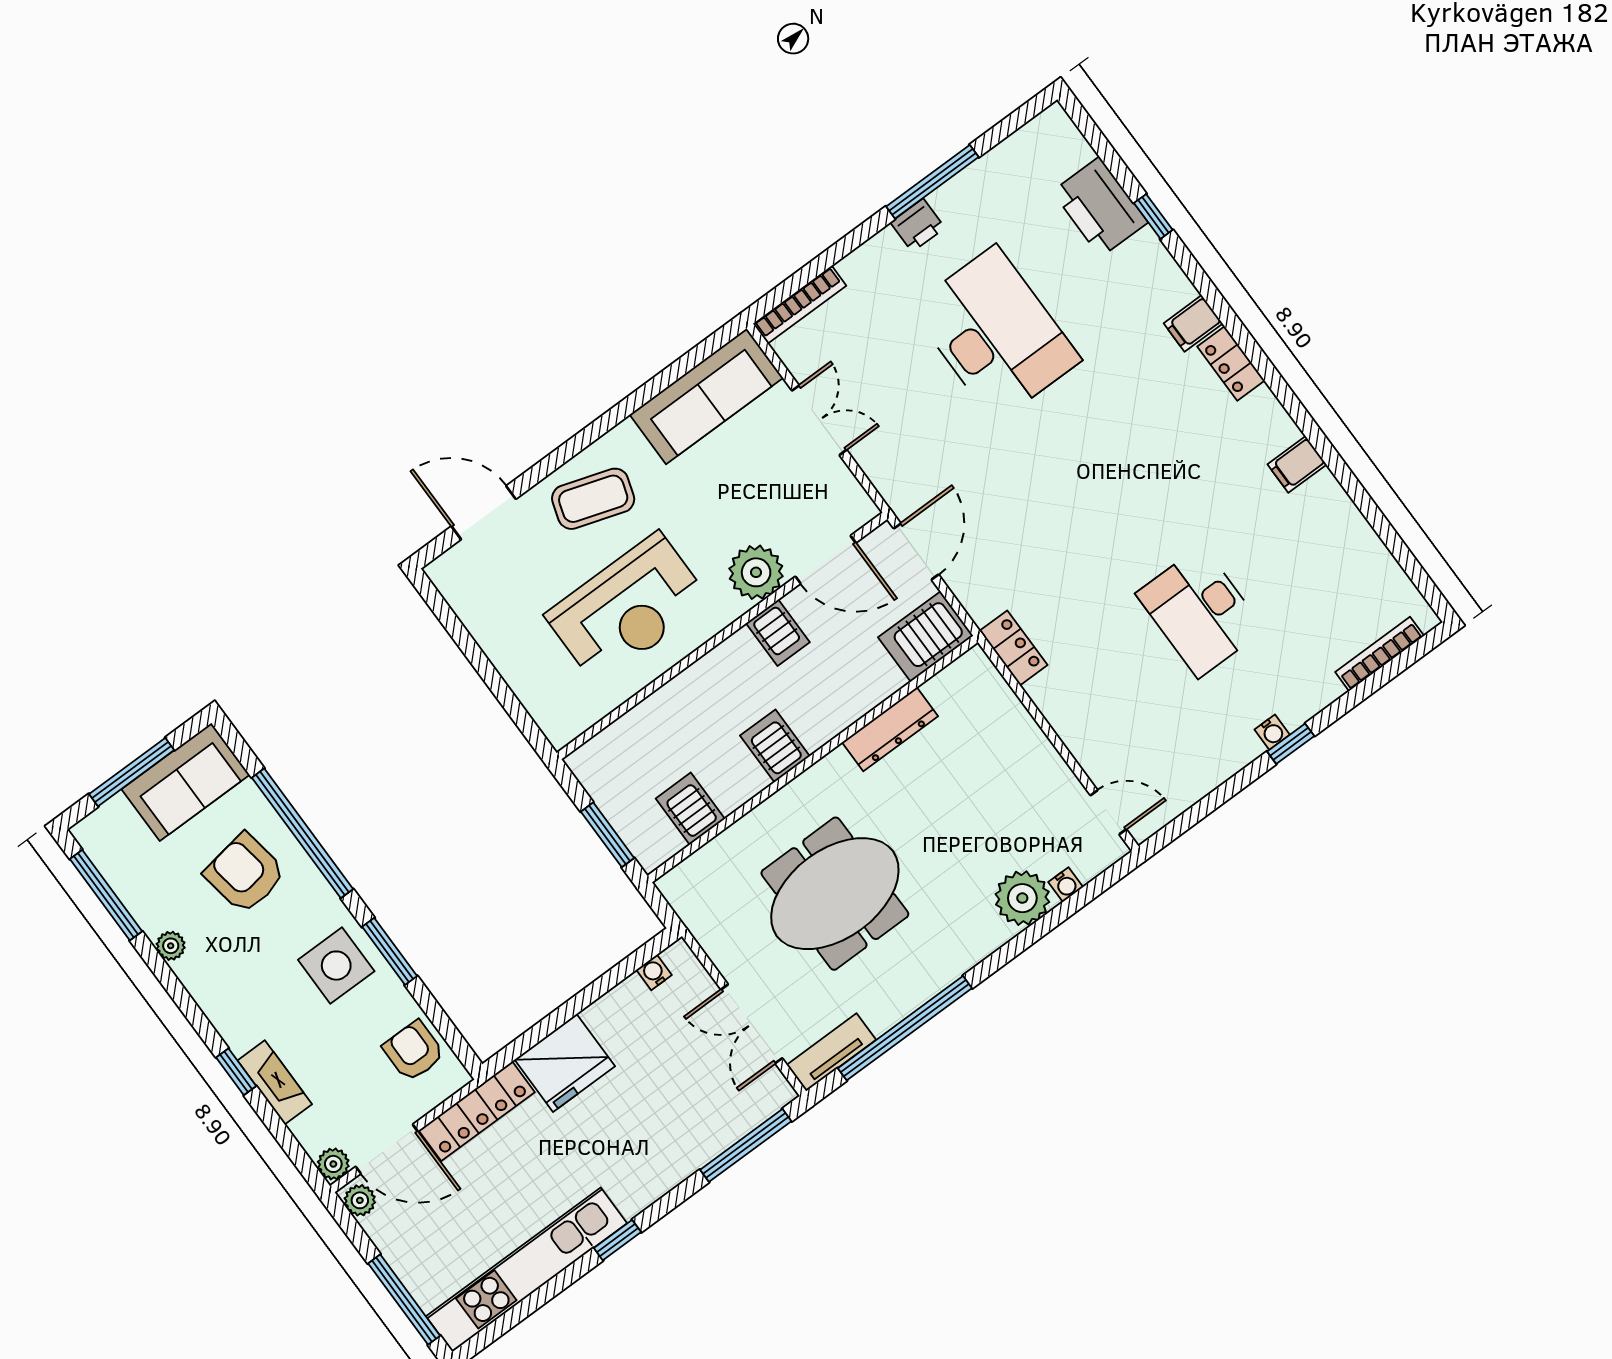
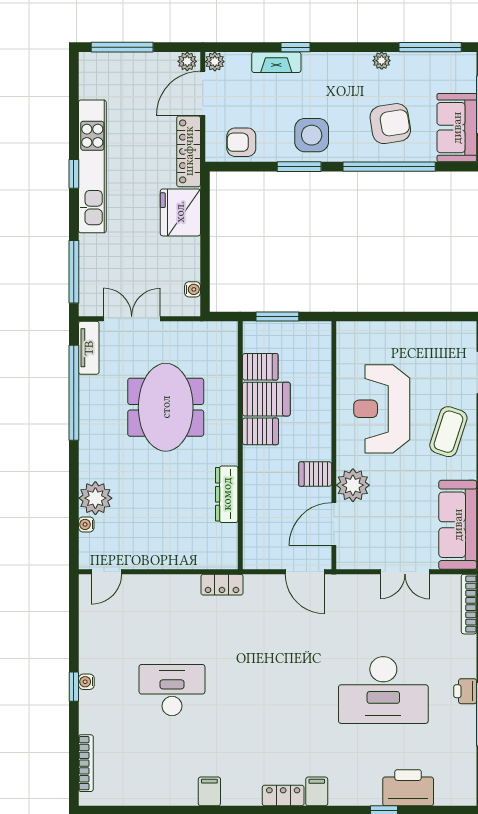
server rack: (926, 636) -> (266, 399), moved, turned 90
armchair: (414, 1051) -> (241, 142), turned 180
kitchen unit: (526, 1270) -> (92, 166), moved

